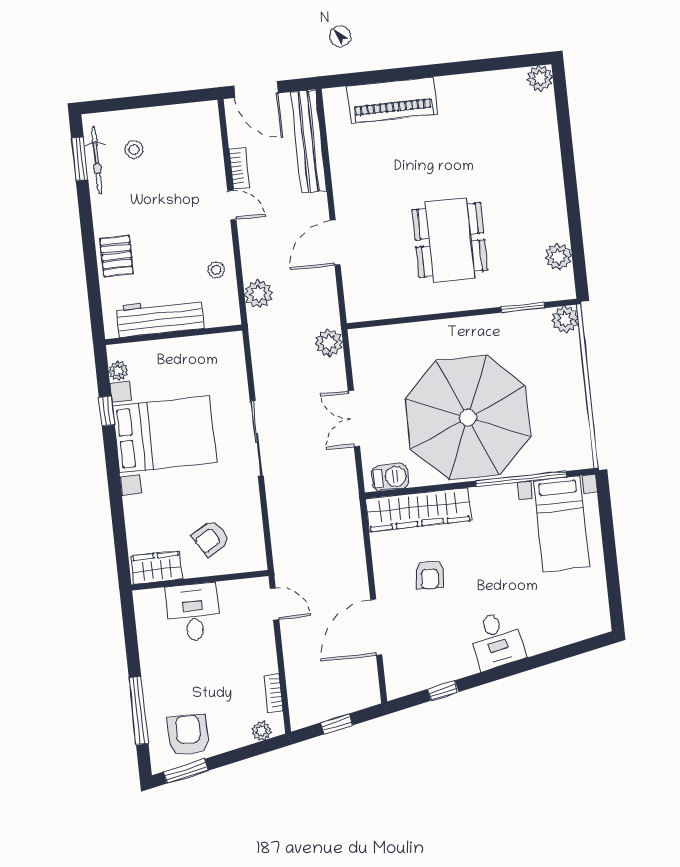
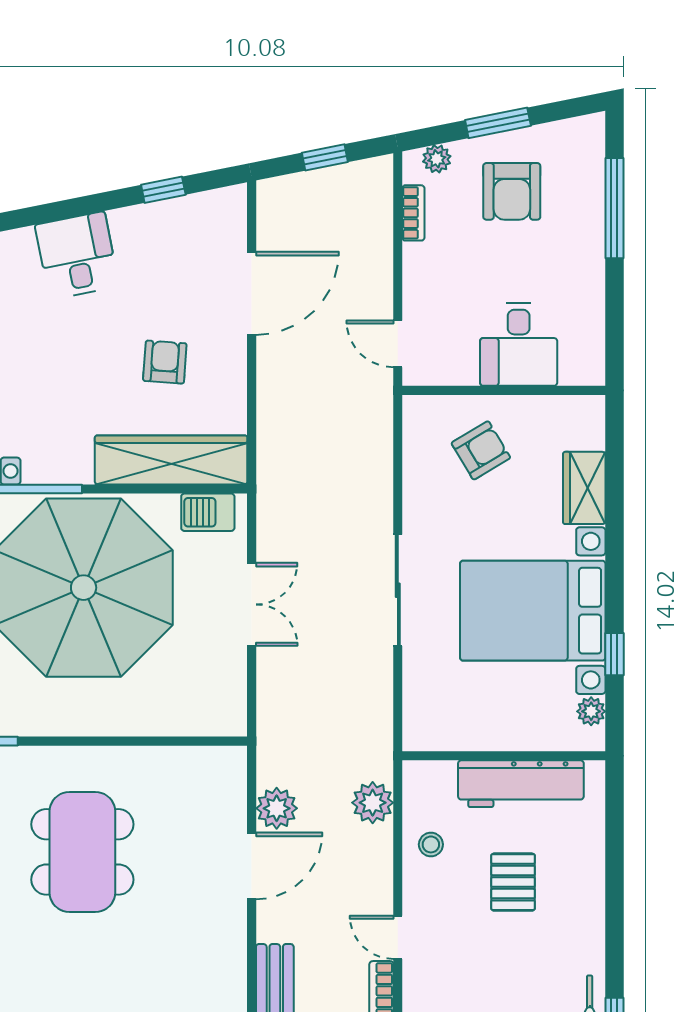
pallet: (117, 256) -> (513, 882), moved
plant: (329, 343) -> (277, 808), moved
wardrobe: (157, 568) -> (584, 488), moved, turned 90
armchair: (188, 735) -> (512, 191), moved
window: (186, 771) -> (498, 123), moved

